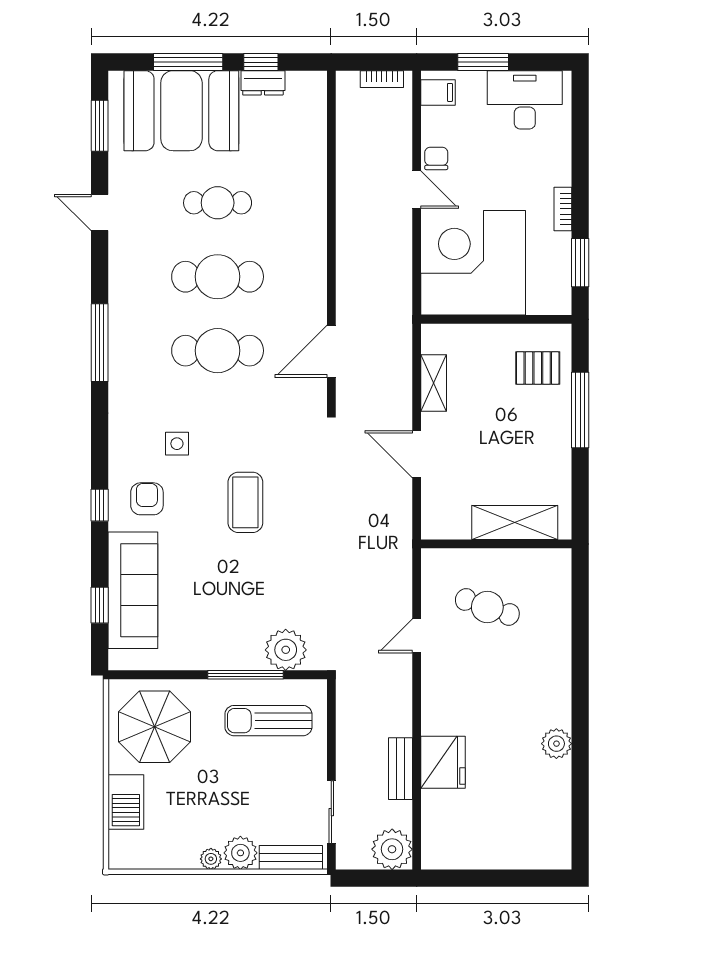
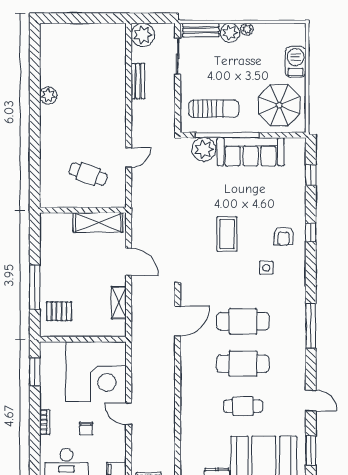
chair: (436, 158) -> (86, 428), moved
bookcase: (563, 209) -> (45, 422), moved
shelving: (515, 523) -> (98, 222), moved
sofa: (133, 590) -> (251, 152), moved, turned -90
window: (245, 675) -> (227, 135), width x1.46
fridge: (443, 762) -> (114, 85), removed

